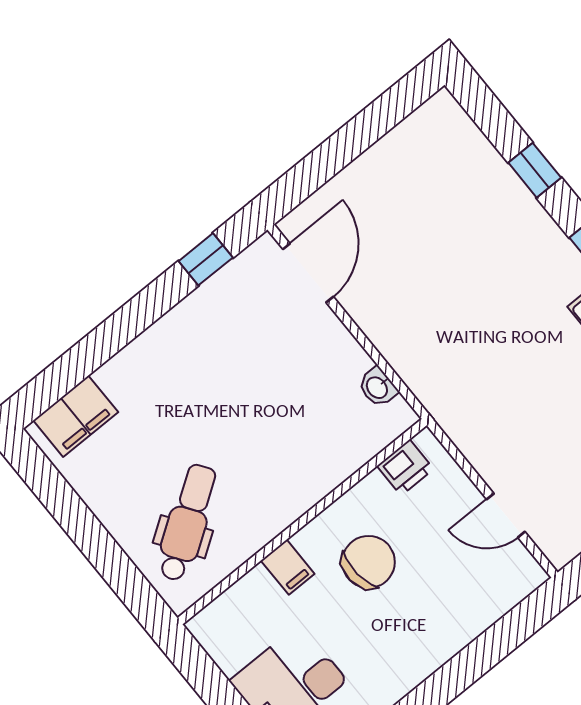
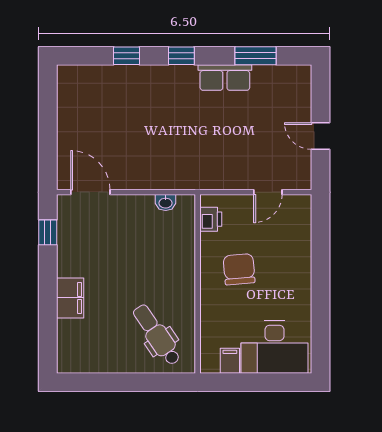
filing cabinet: (76, 416) -> (70, 298), moved
filing cabinet: (288, 567) -> (230, 361), moved, turned -90

